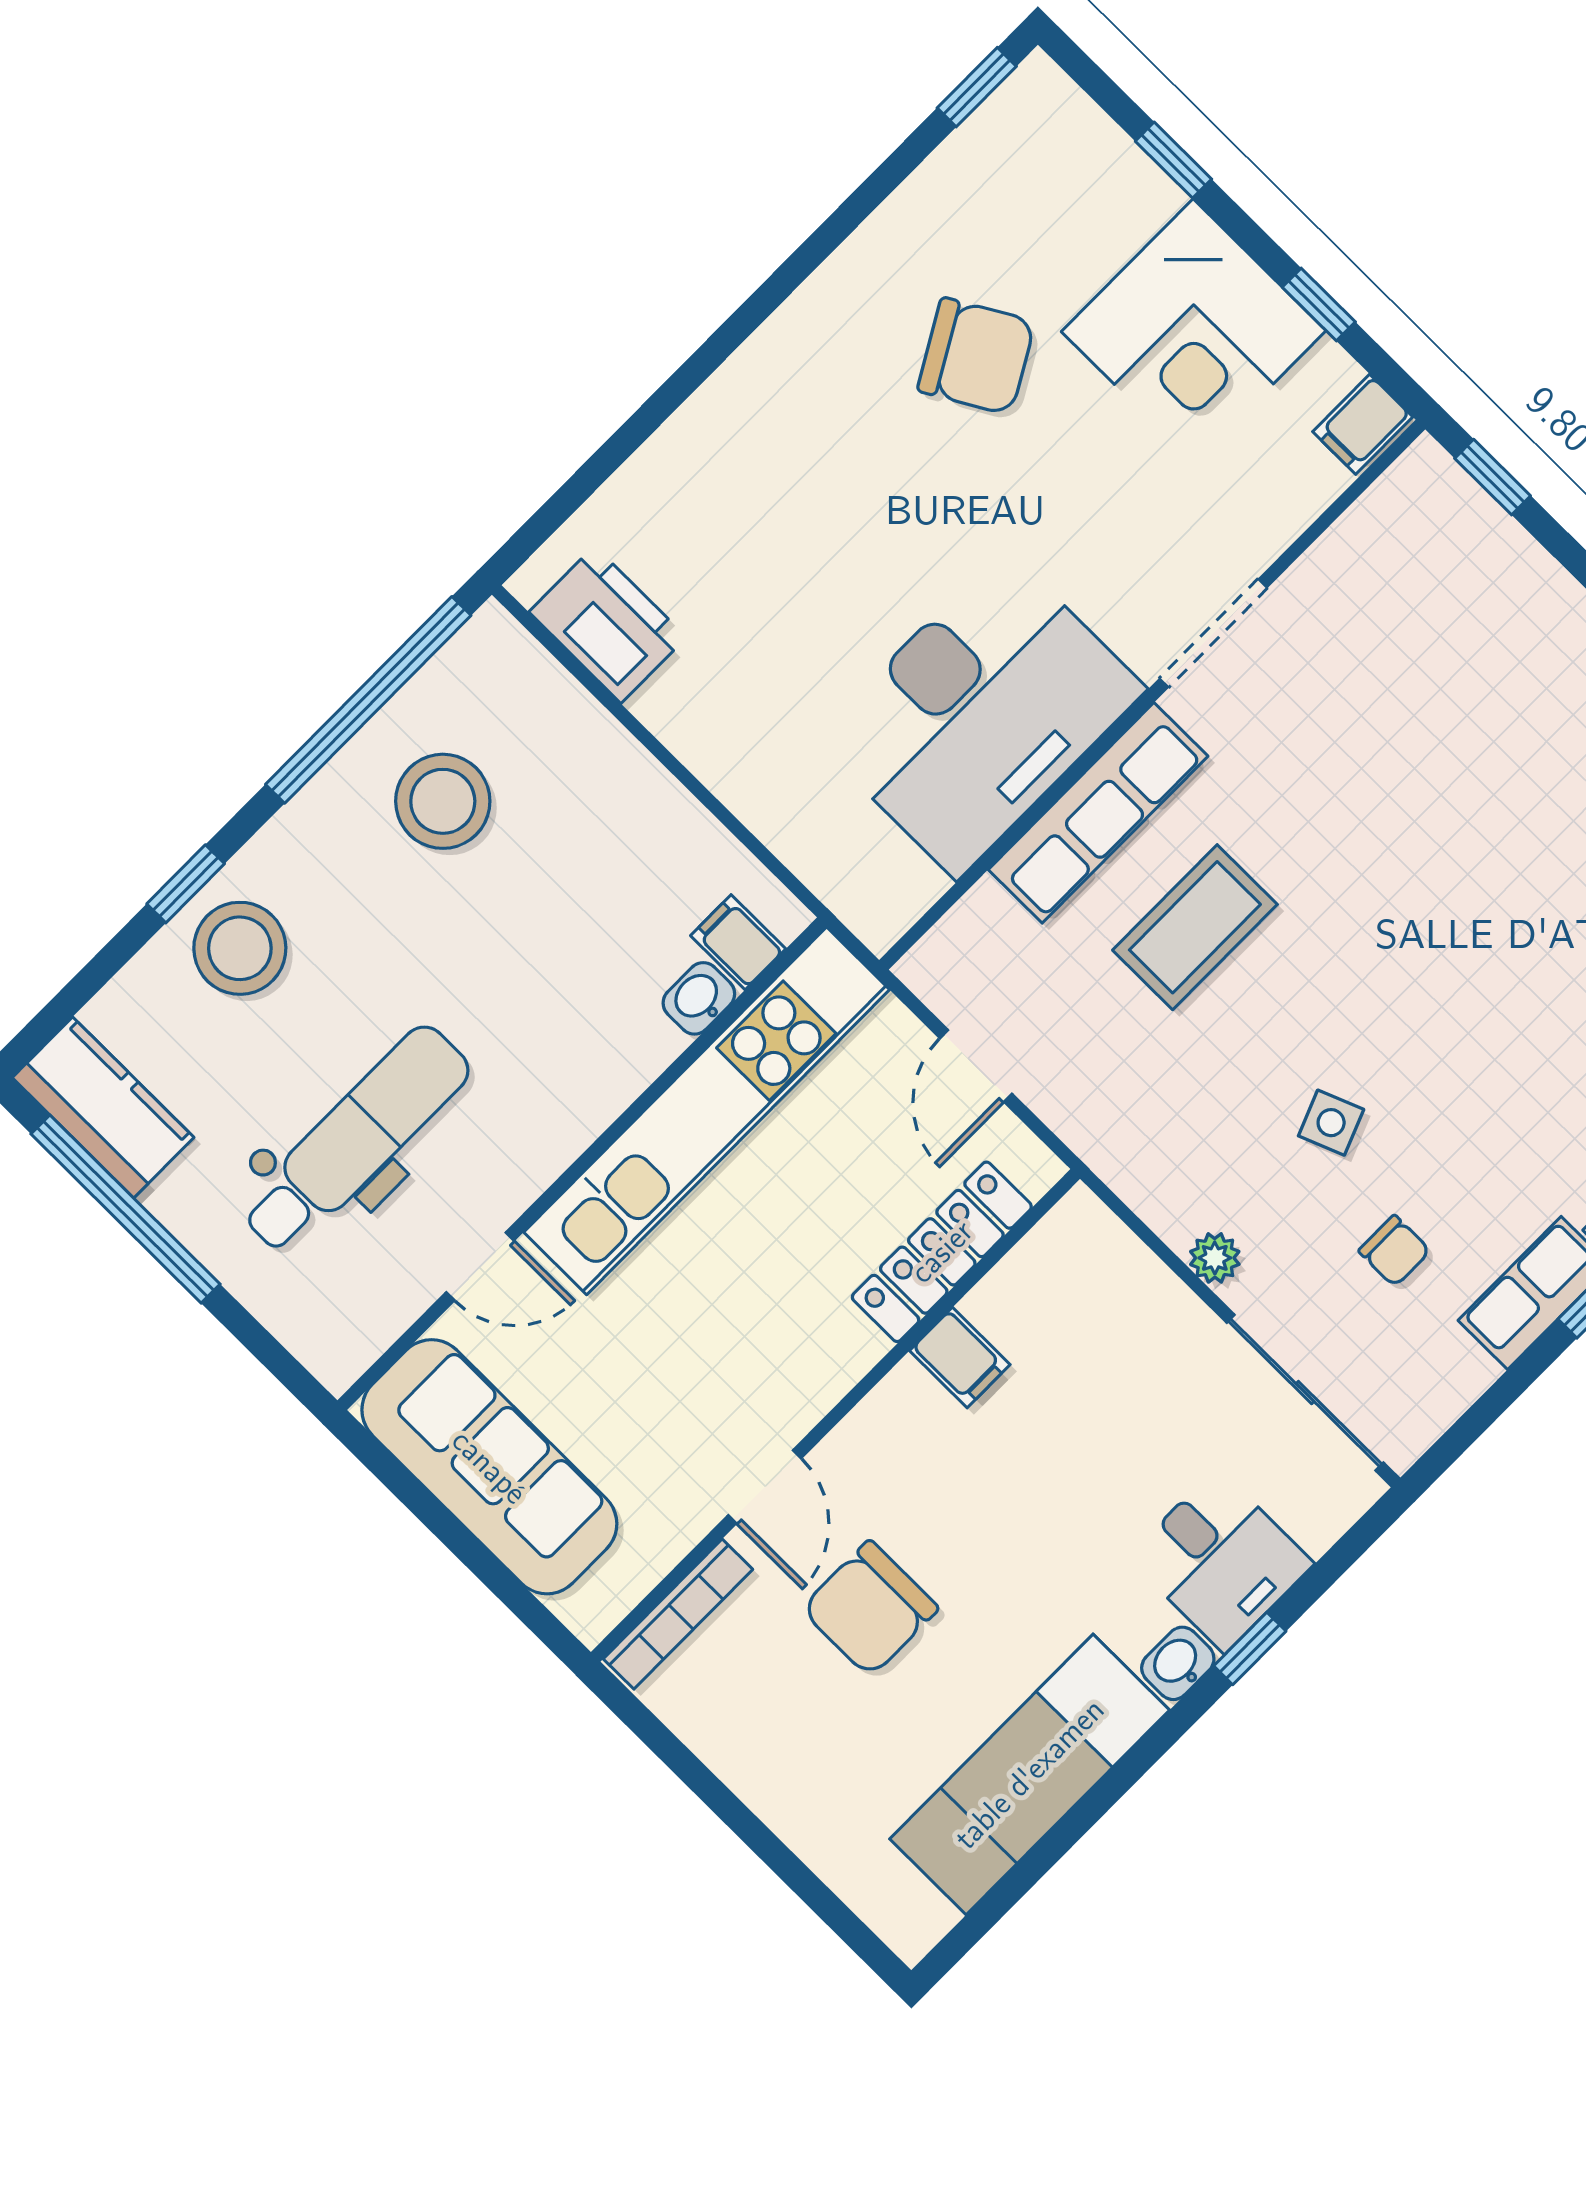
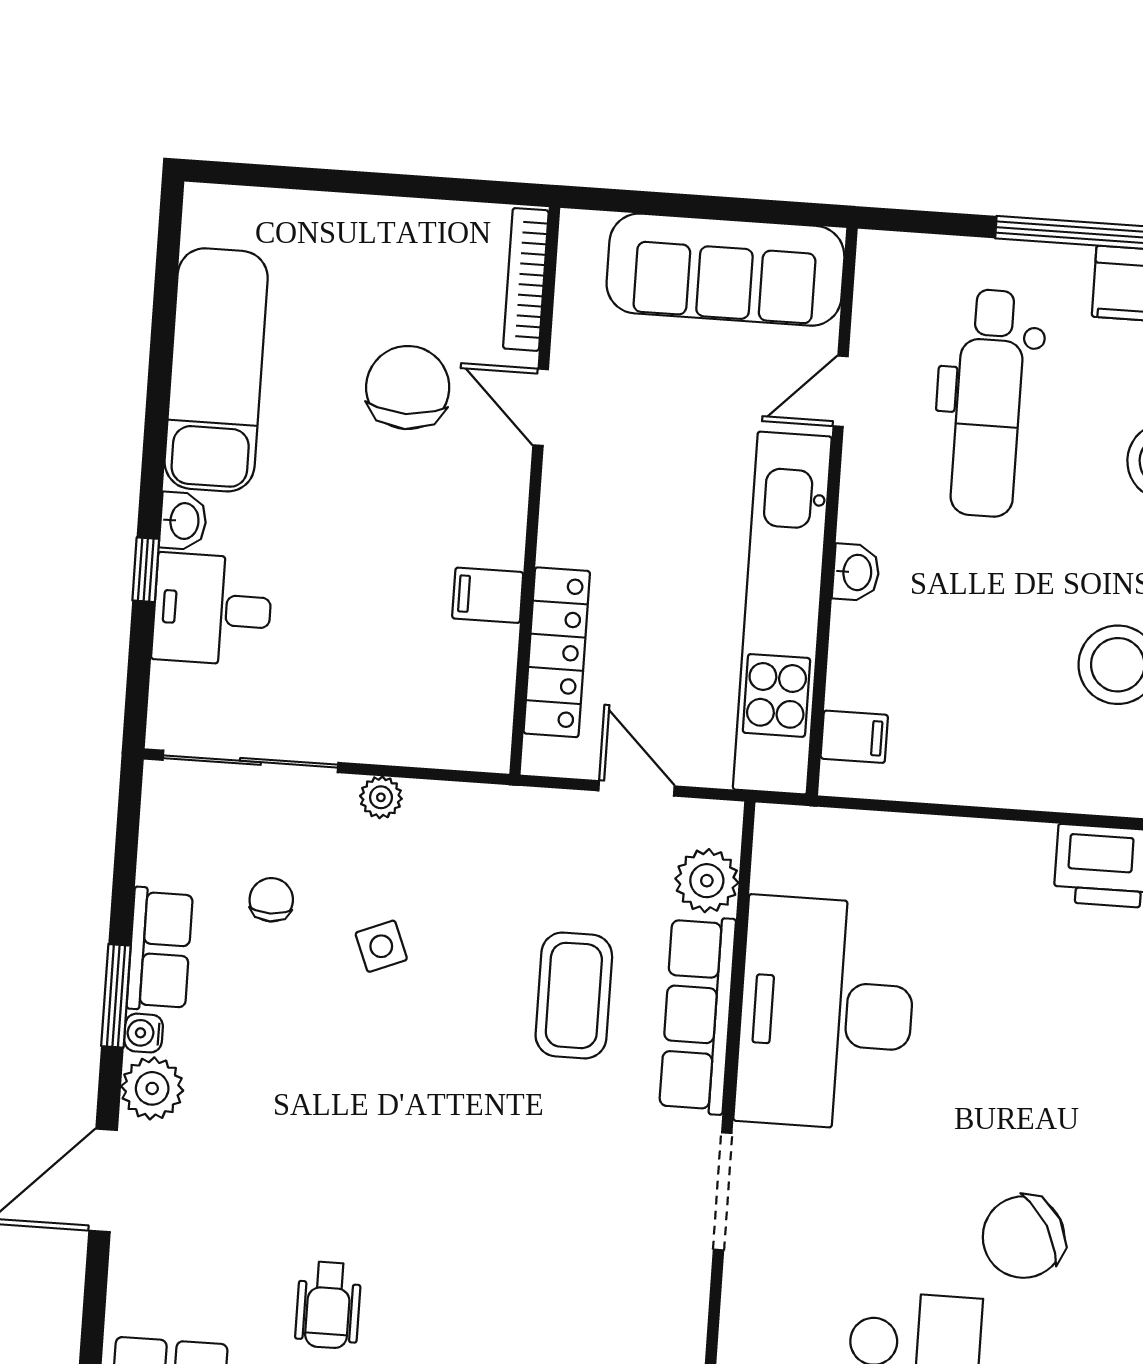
plant: (984, 927) -> (707, 881), added
washbasin: (699, 998) -> (856, 572), moved
chair: (1394, 1251) -> (271, 900), turned 90

